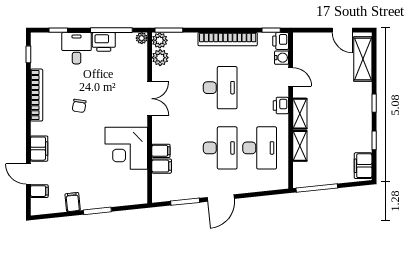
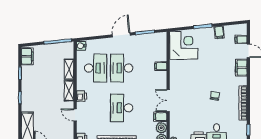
water cooler: (282, 58) -> (81, 46), moved
corner desk: (126, 148) -> (184, 45), moved
desk: (260, 148) -> (96, 68), turned 180
filing cabinet: (162, 166) -> (160, 117), moved

